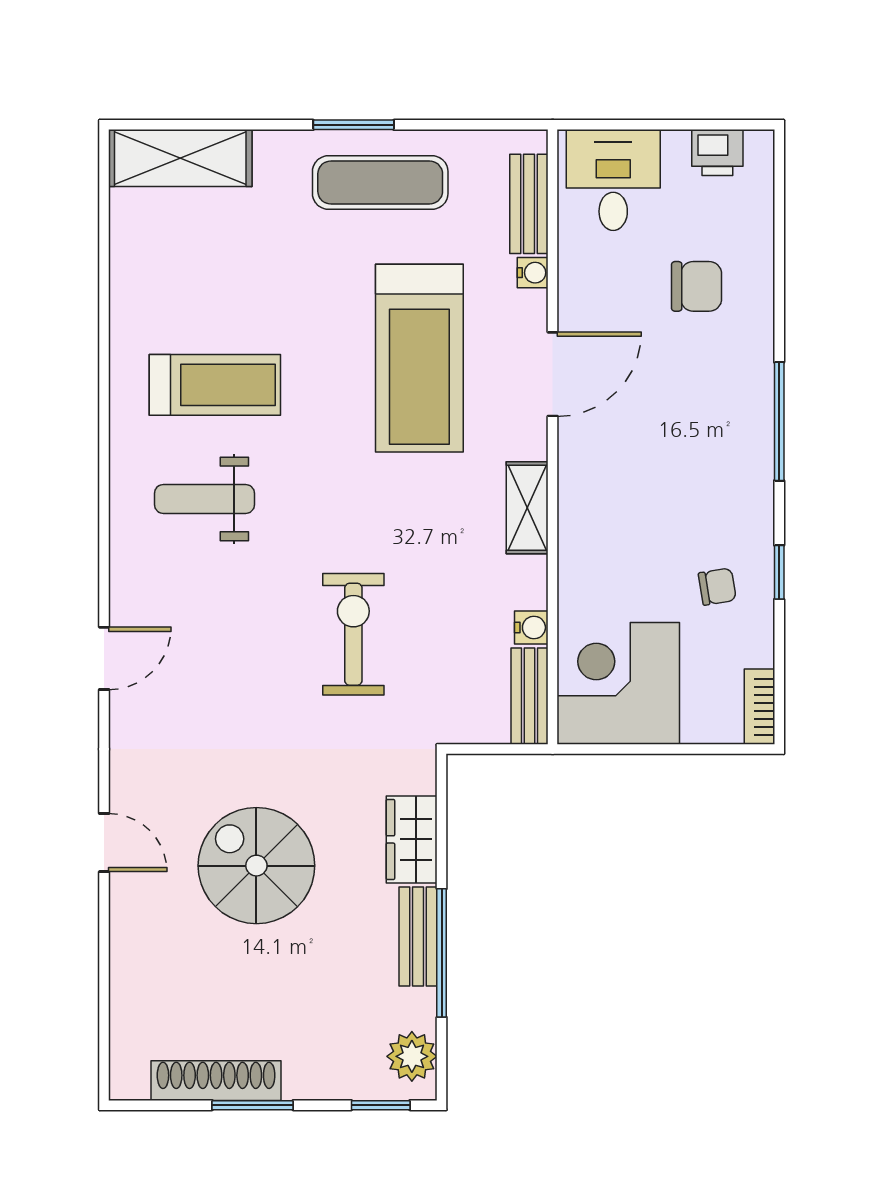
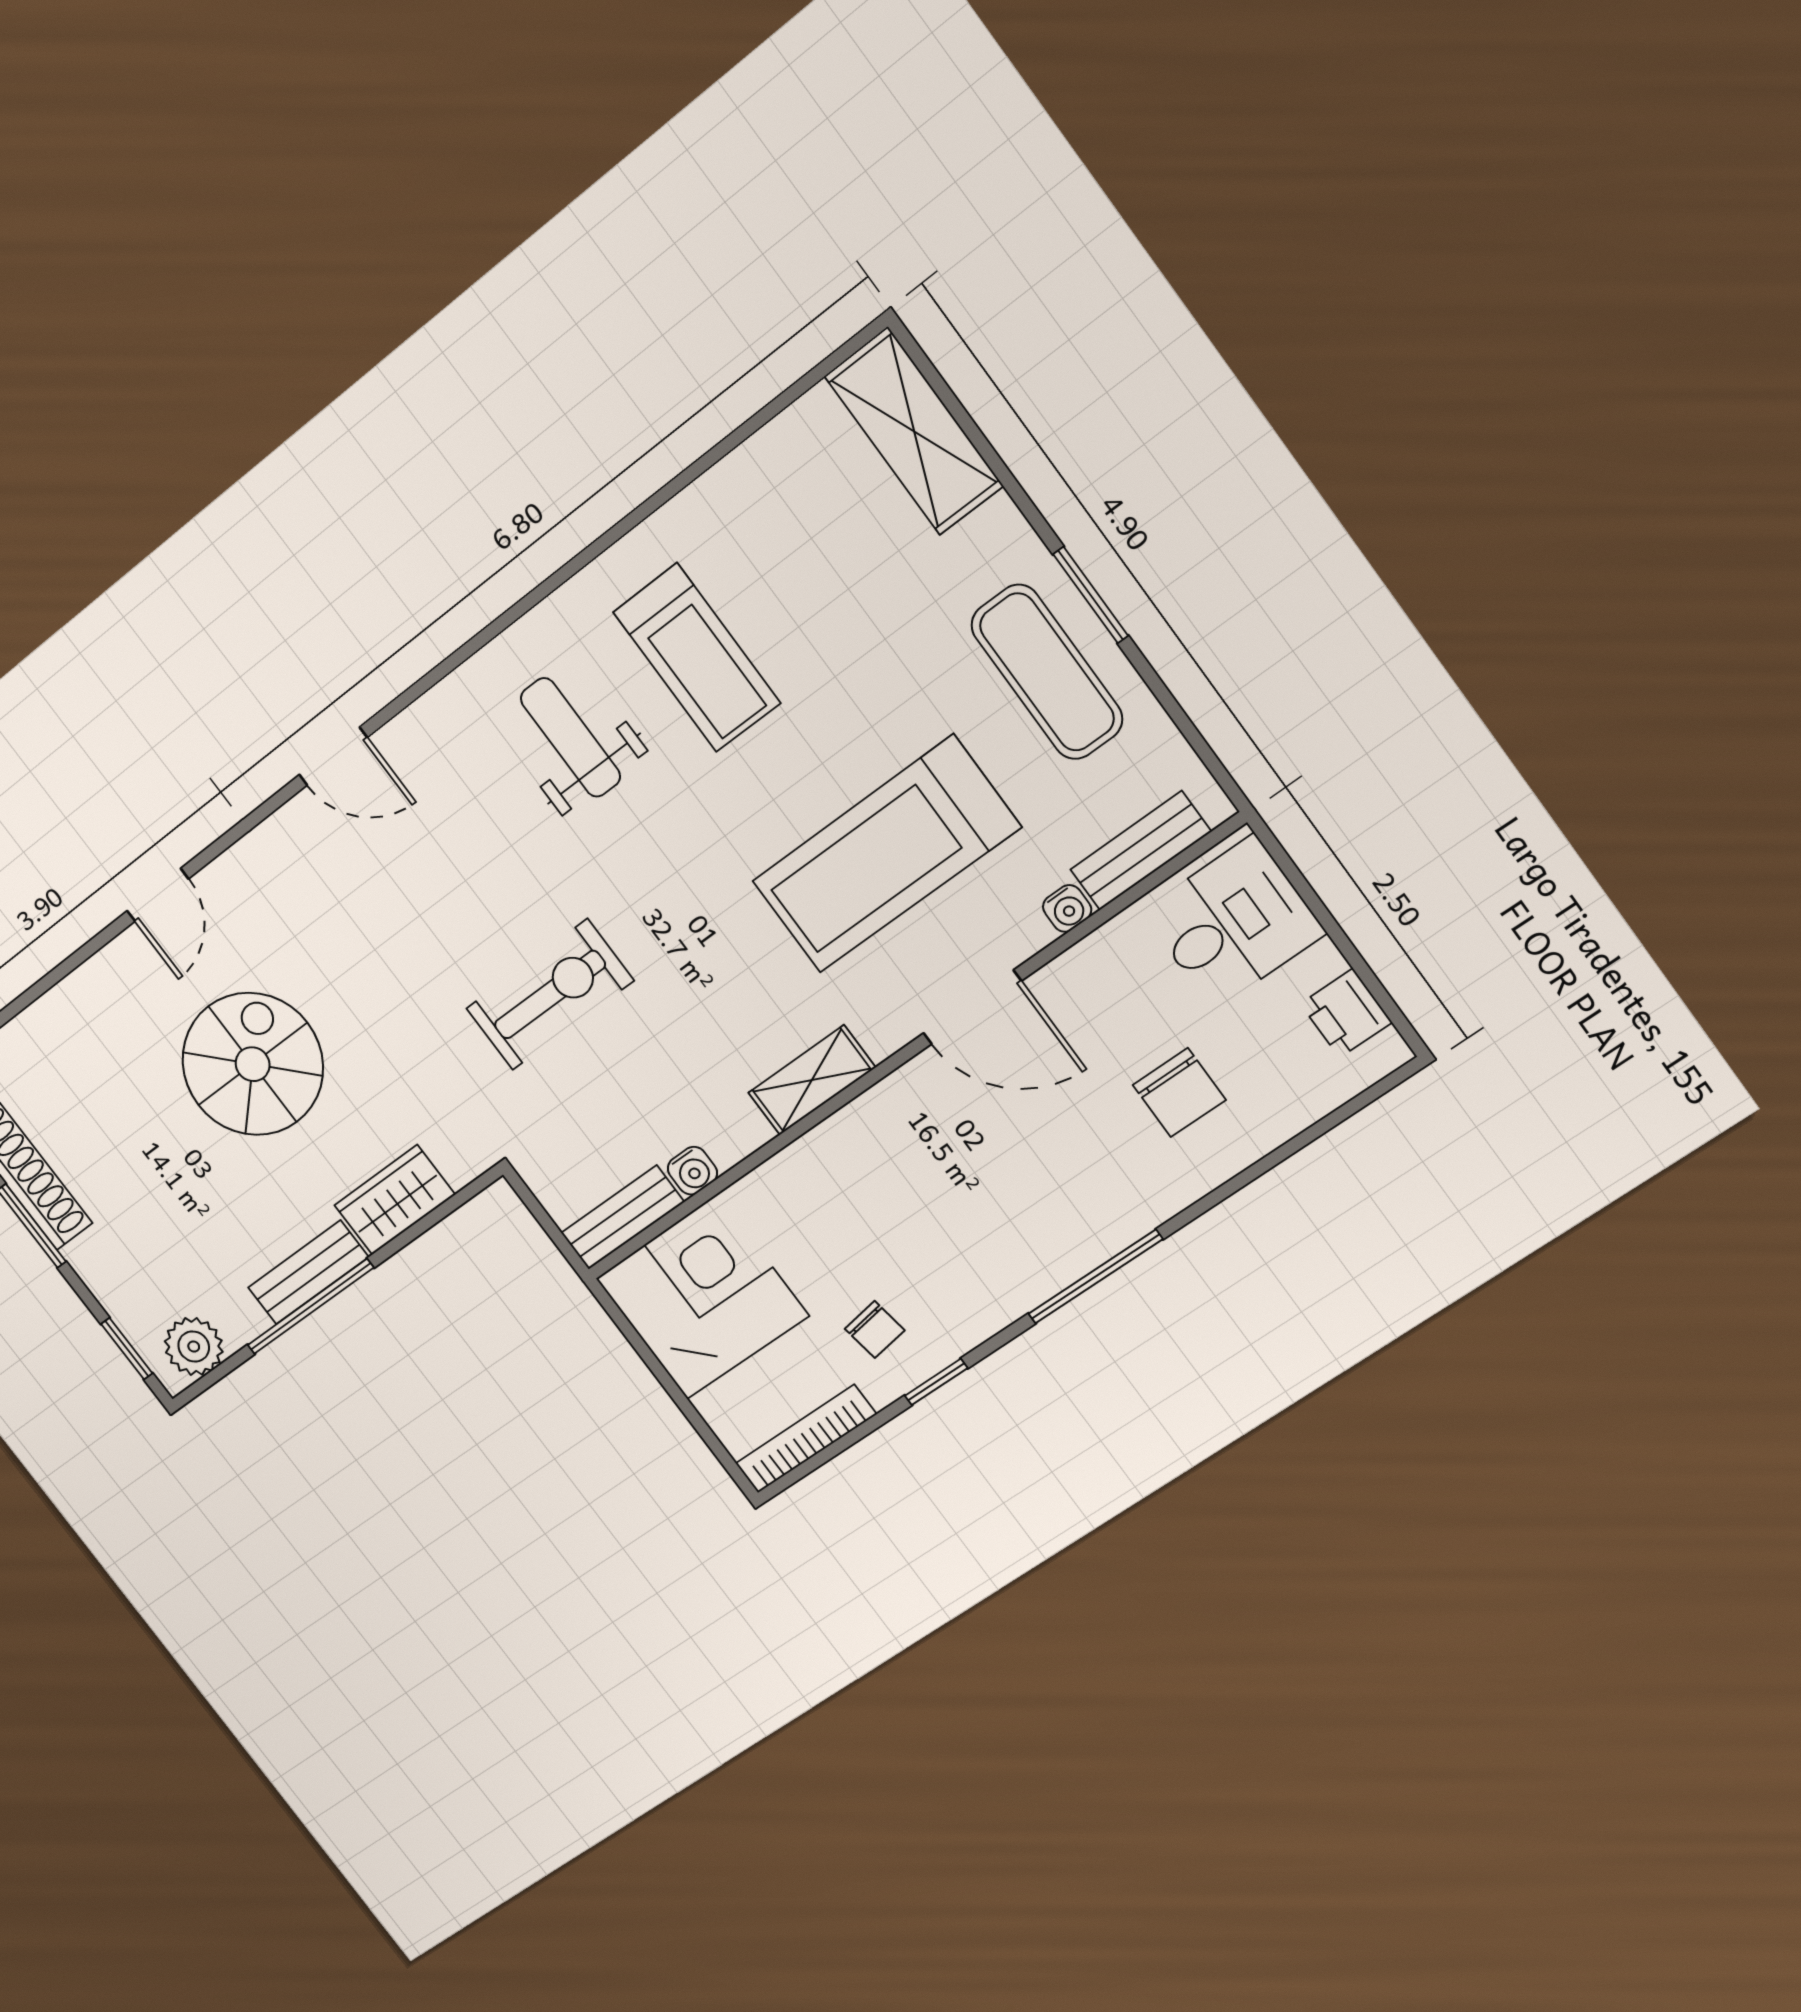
bookcase: (759, 707) -> (806, 1439), width x1.56

